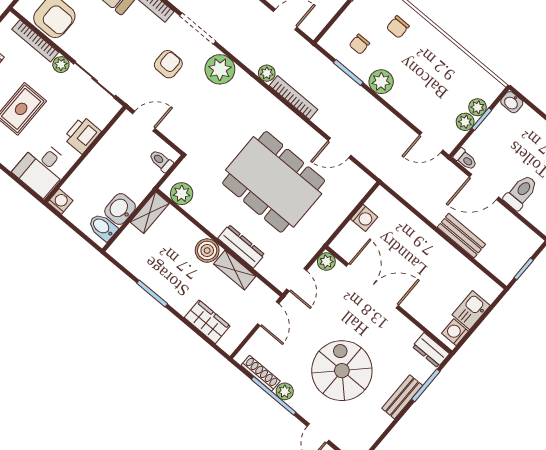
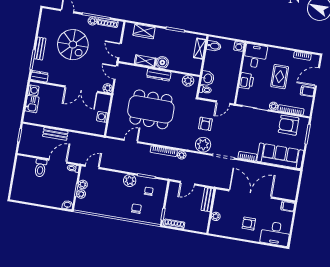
armchair: (168, 64) -> (205, 124), moved
washbasin: (120, 209) -> (207, 78), moved
shelving: (150, 213) -> (200, 49), moved
dresser: (241, 246) -> (159, 75), moved

